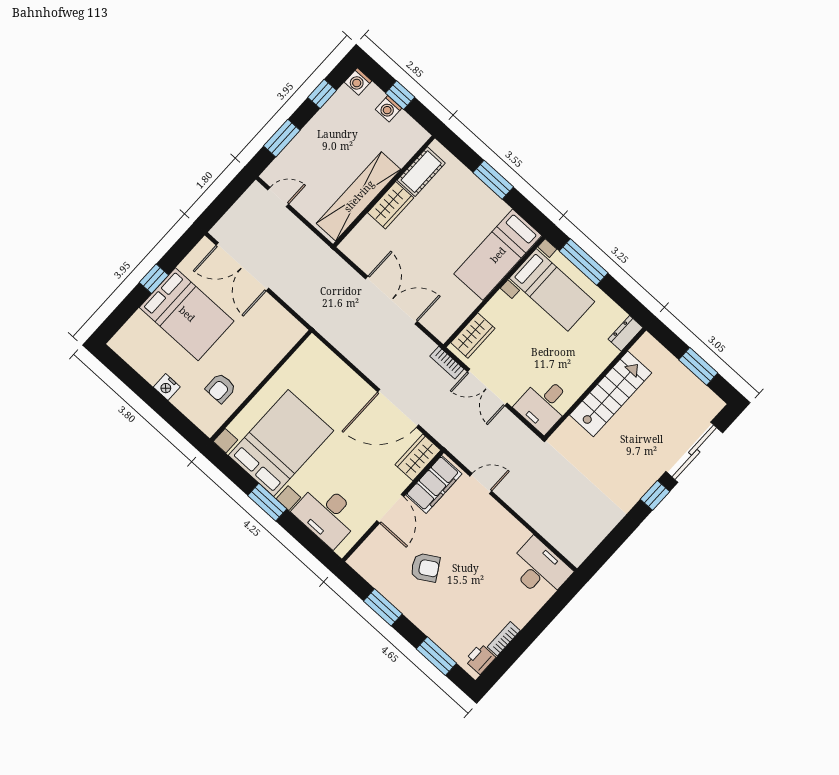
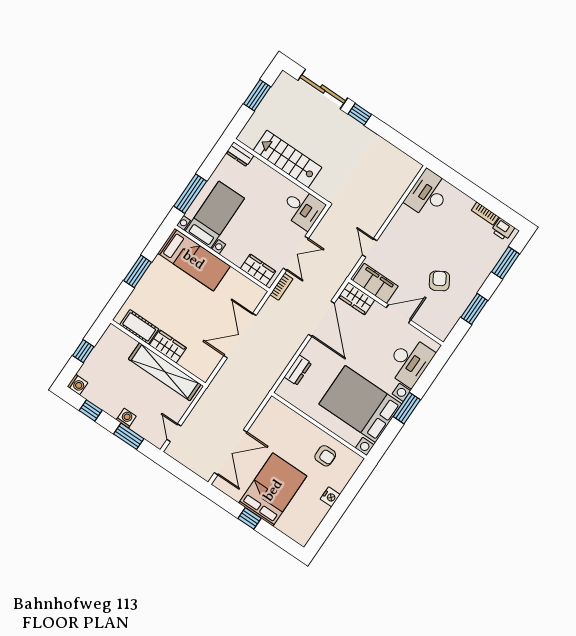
washing machine: (388, 109) -> (126, 418), moved, turned -90
dresser: (336, 368) -> (298, 370), added

